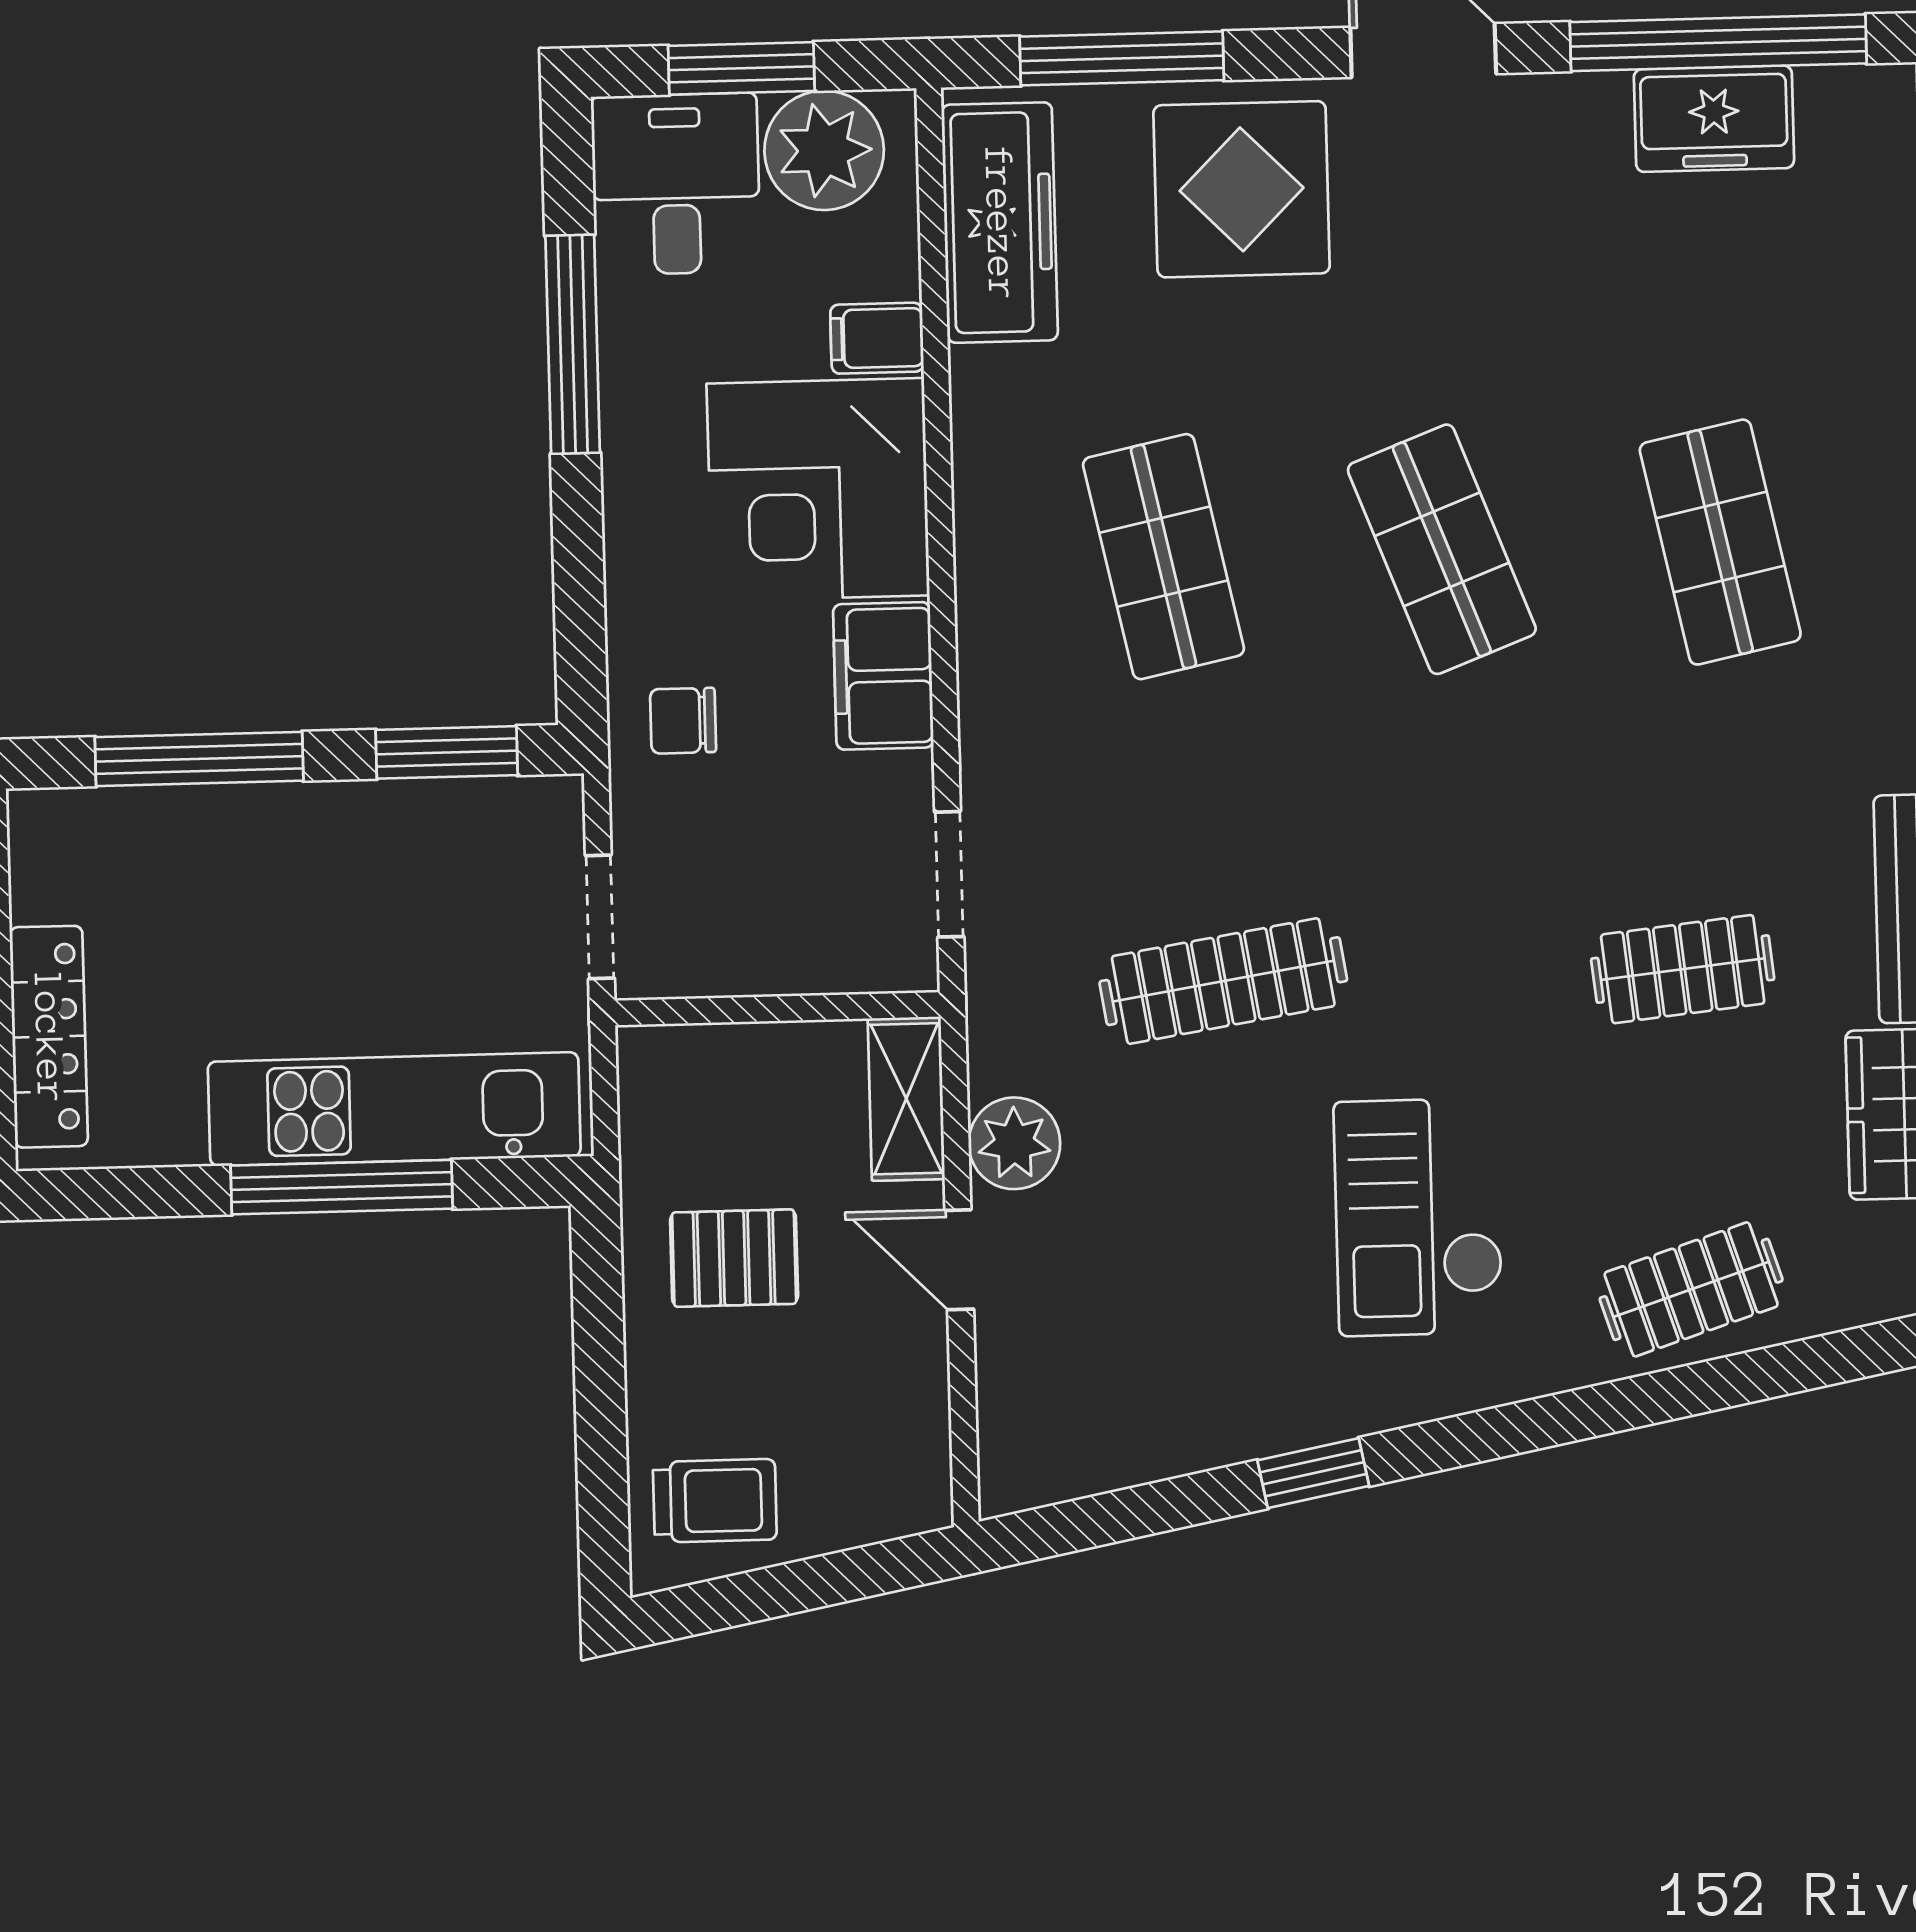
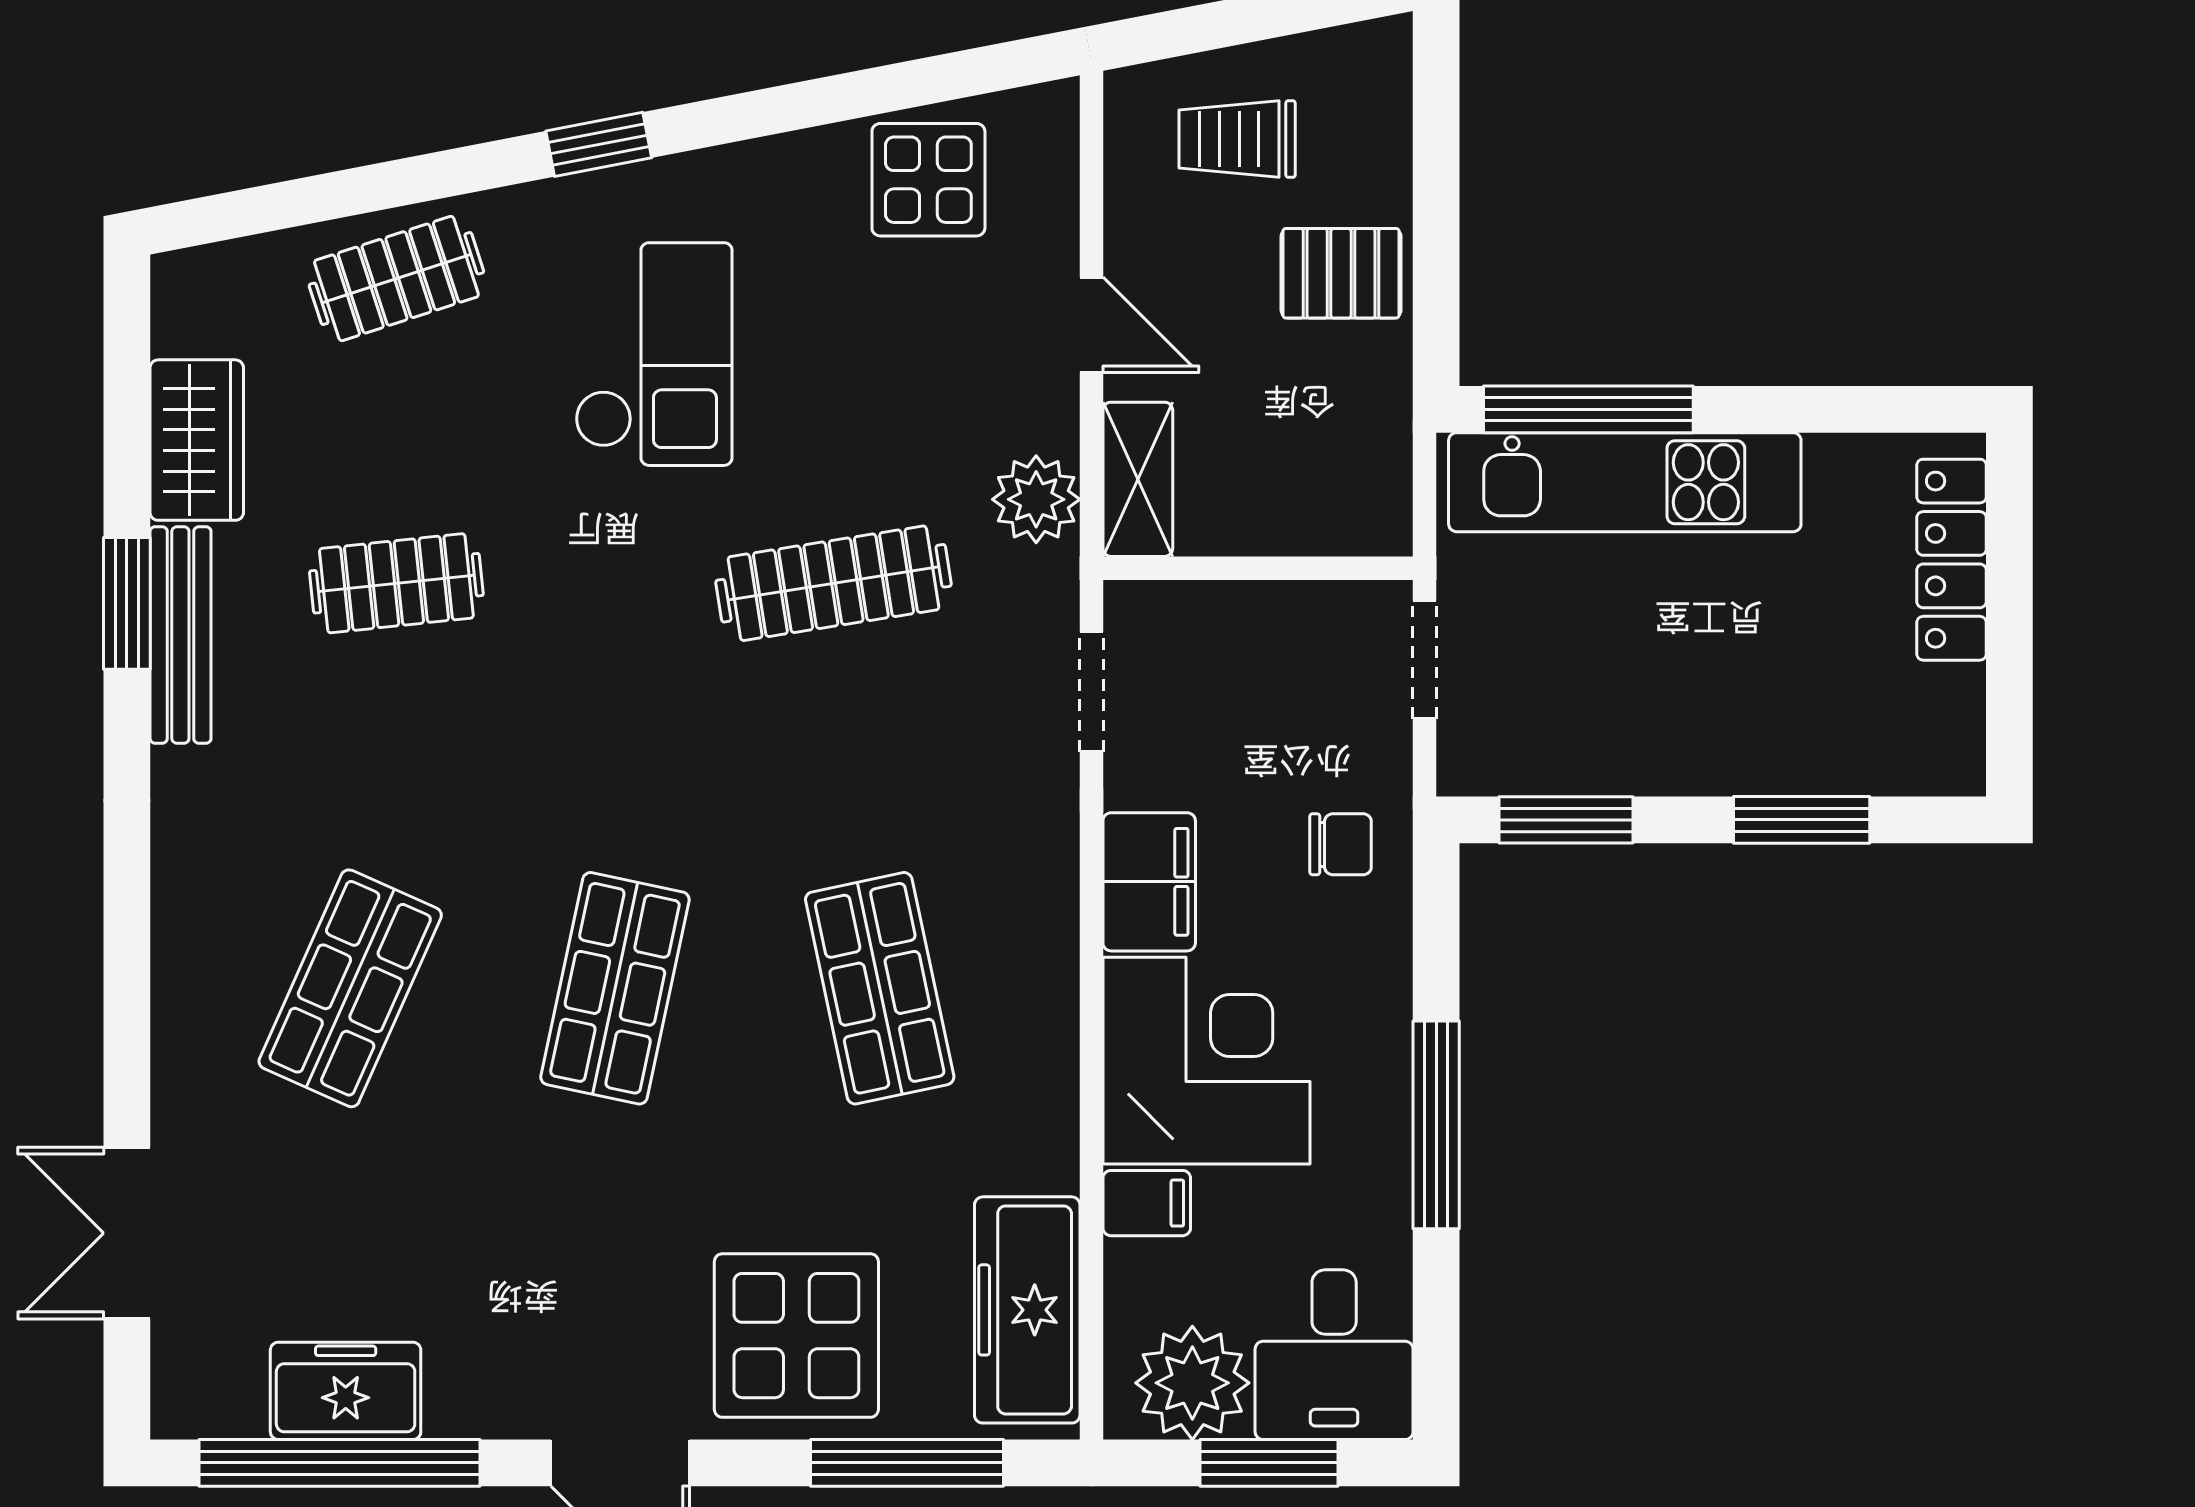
window: (573, 344) -> (1436, 1125), moved
shop shelf: (1720, 542) -> (350, 988), turned 36
shop shelf: (1442, 549) -> (615, 988), turned 33
window: (199, 759) -> (1802, 820), width x0.69
plant: (1014, 1143) -> (1036, 499), moved
window: (342, 1187) -> (1588, 409), moved
pallet: (734, 1258) -> (1341, 273), moved
display table: (1135, 1408) -> (928, 180), added
window: (1313, 1473) -> (599, 144), moved
trolley: (715, 1501) -> (1237, 139), moved

